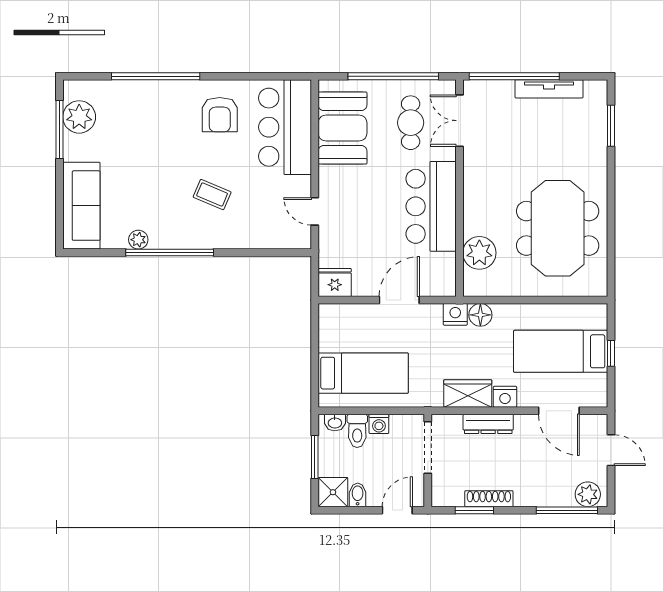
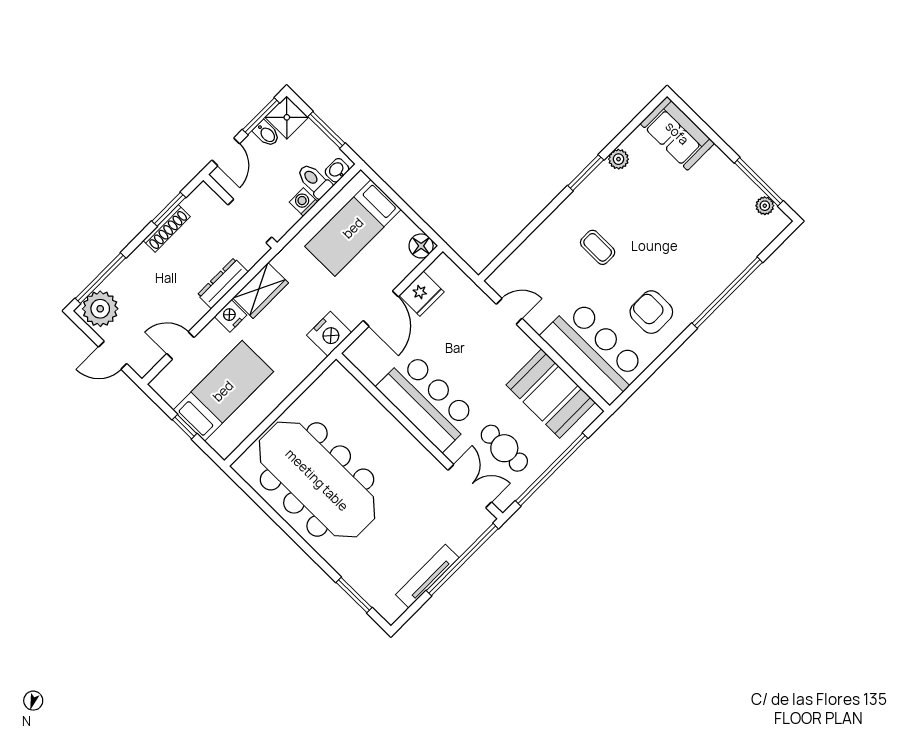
plant: (79, 117) -> (765, 206), width x0.53, depth x0.53
coffee table: (212, 195) -> (598, 247), turned 67
sofa: (81, 206) -> (677, 133), width x0.73
meeting table: (558, 228) -> (317, 480), width x1.36
window: (170, 253) -> (586, 173), width x0.47
plant: (479, 253) -> (357, 403), removed
fridge: (335, 282) -> (422, 294), moved
nightstand: (455, 314) -> (329, 334), width x1.36, depth x1.33
floor lamp: (480, 315) -> (421, 246), moved
door: (559, 411) -> (180, 346), width x0.73
plant: (588, 494) -> (100, 309), width x1.36, depth x1.36
window: (350, 510) -> (261, 116), added

